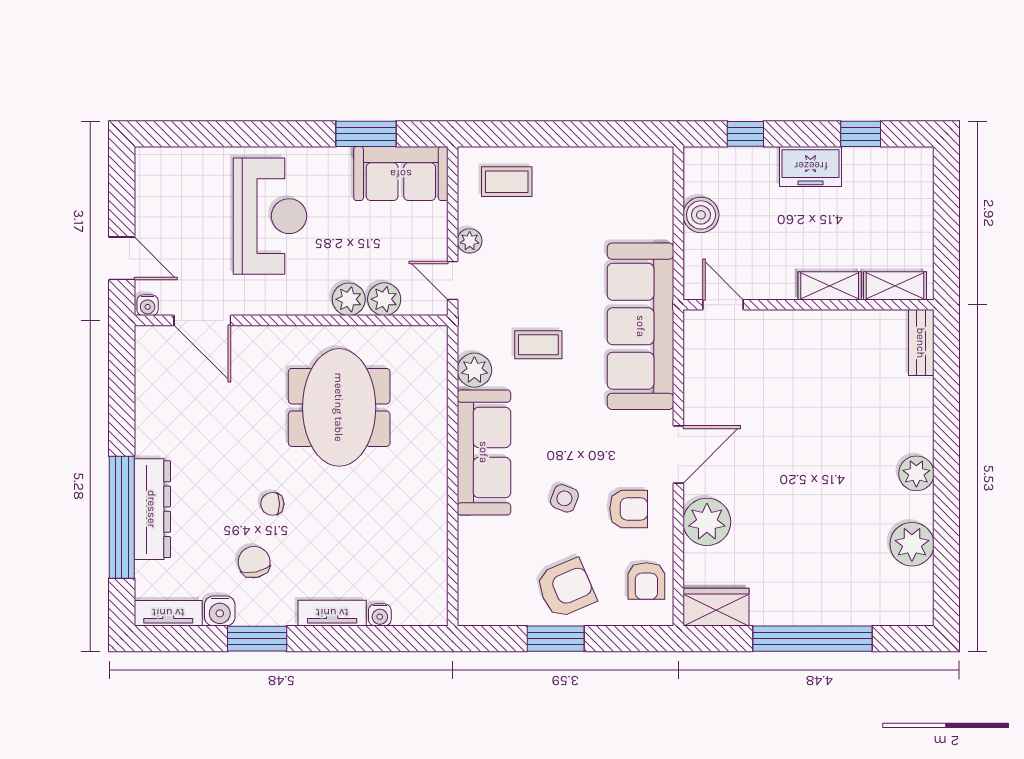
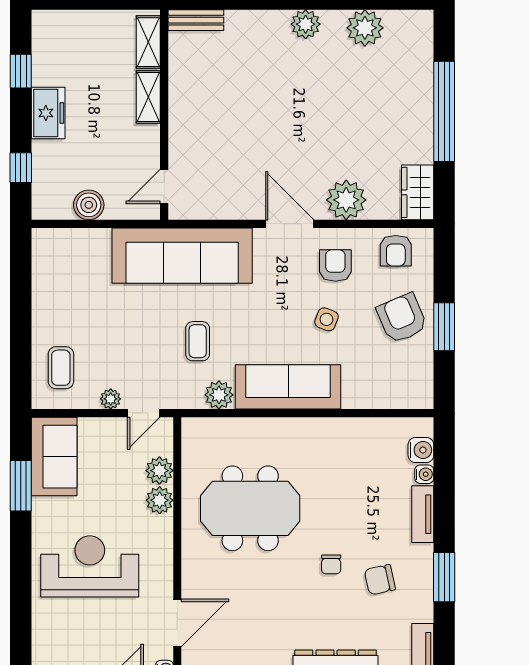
armchair: (646, 581) -> (396, 251), turned 90
water cooler: (220, 611) -> (421, 450), moved

